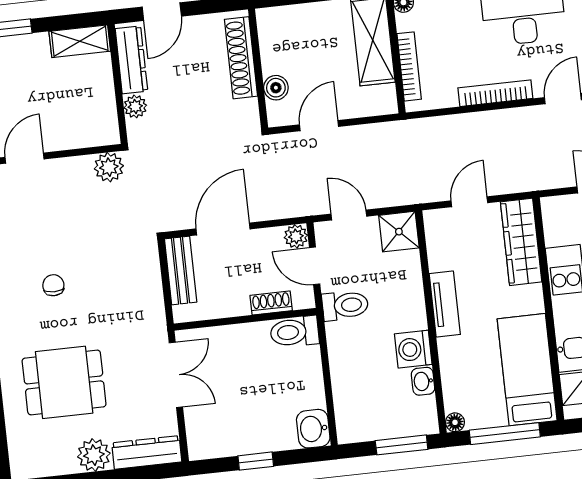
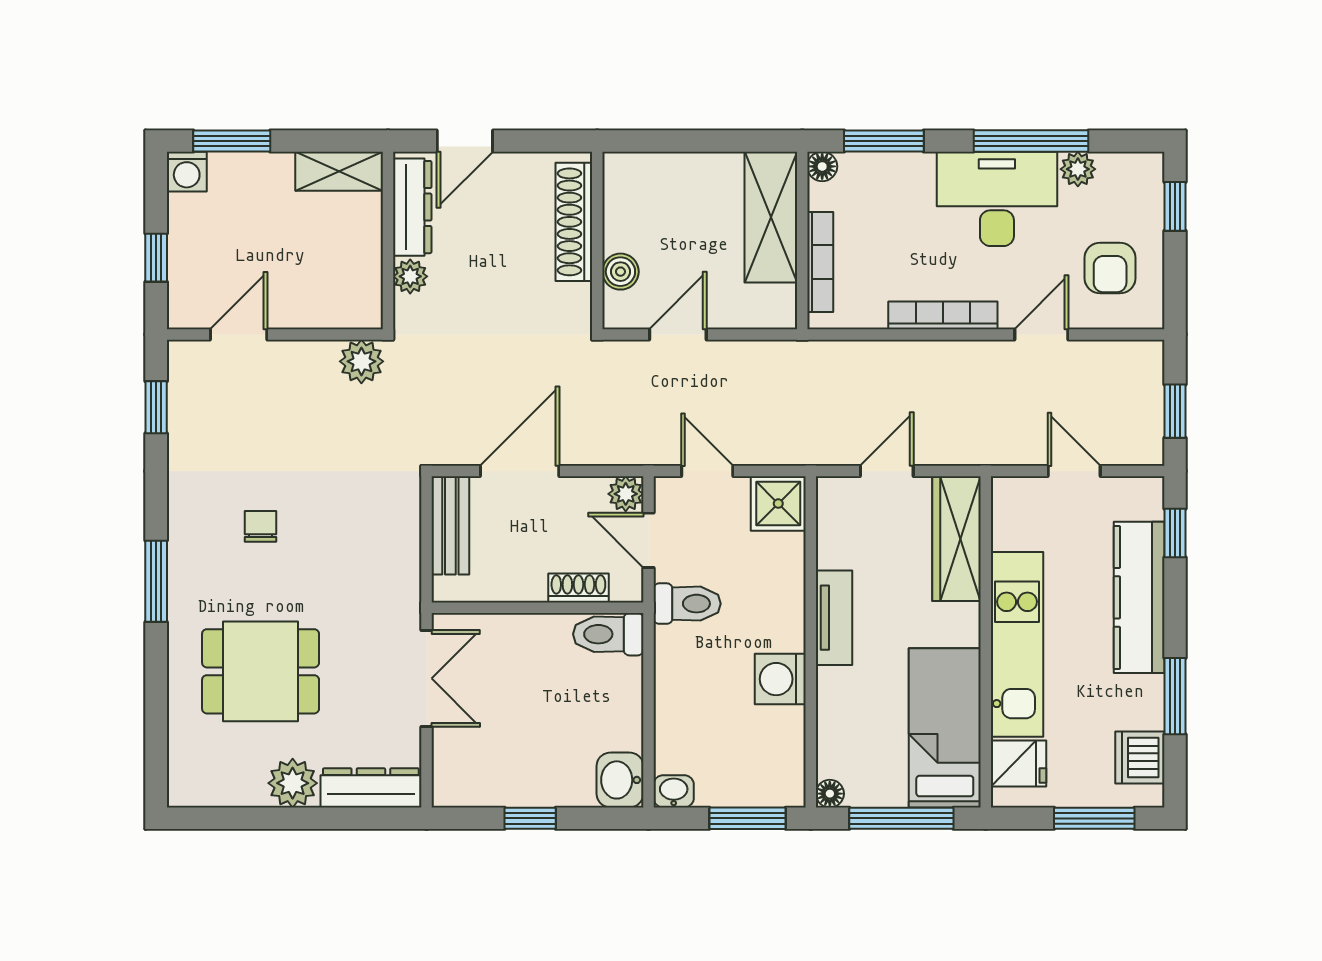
washbasin: (423, 381) -> (674, 791), moved, turned 90

